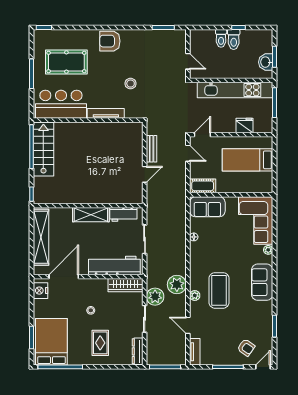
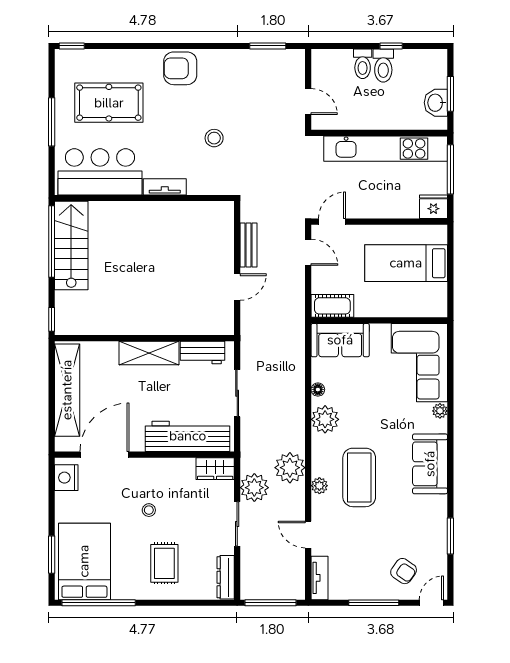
tv unit: (106, 113) -> (165, 187), width x0.71
fridge: (245, 125) -> (433, 207), moved
plant: (198, 255) -> (325, 419), added
wardrobe: (125, 285) -> (215, 469), width x0.67

